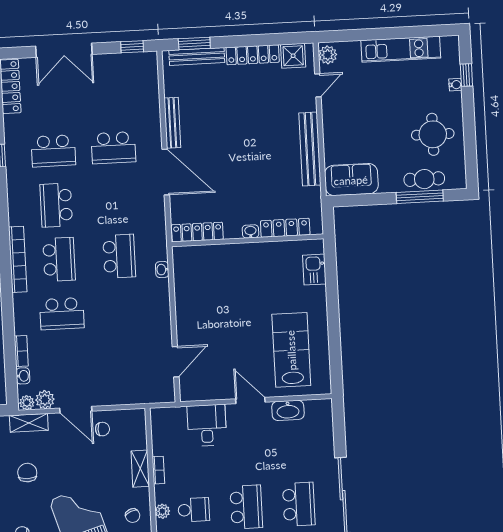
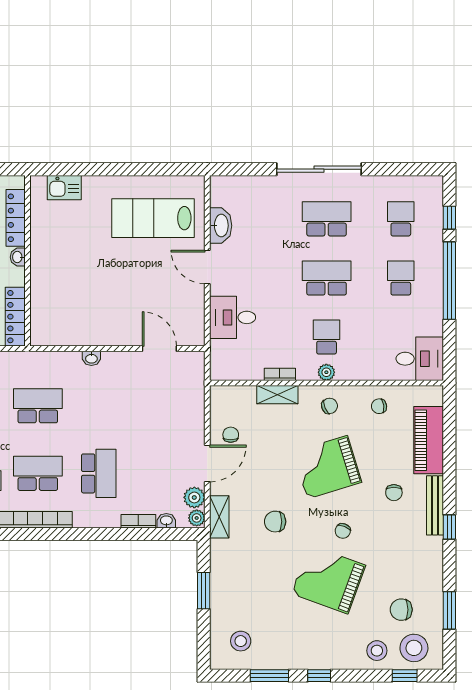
washbasin: (162, 270) -> (91, 358), moved
door: (250, 400) -> (207, 267), hinge flipped

